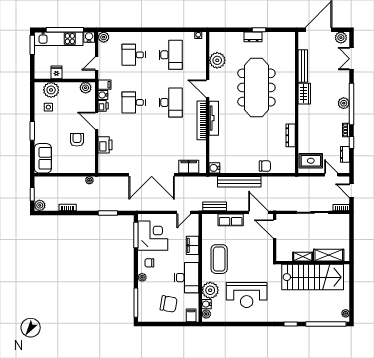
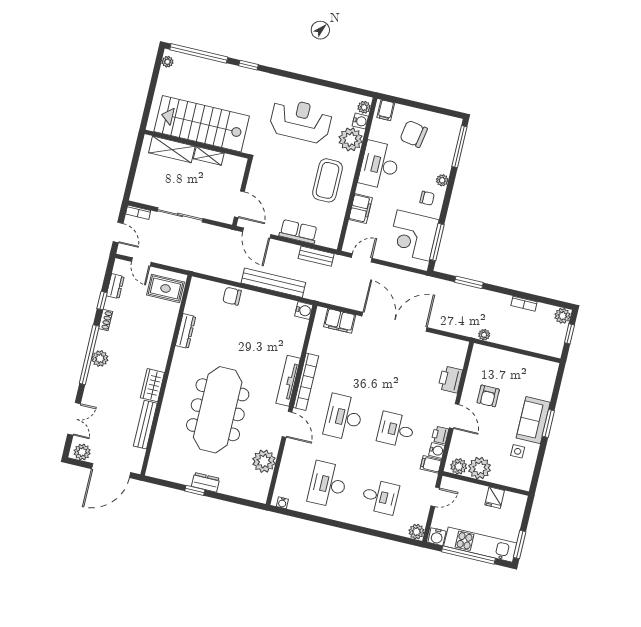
plant: (51, 90) -> (480, 468), moved
desk: (134, 102) -> (396, 430), turned 180
sofa: (43, 158) -> (533, 420), moved

